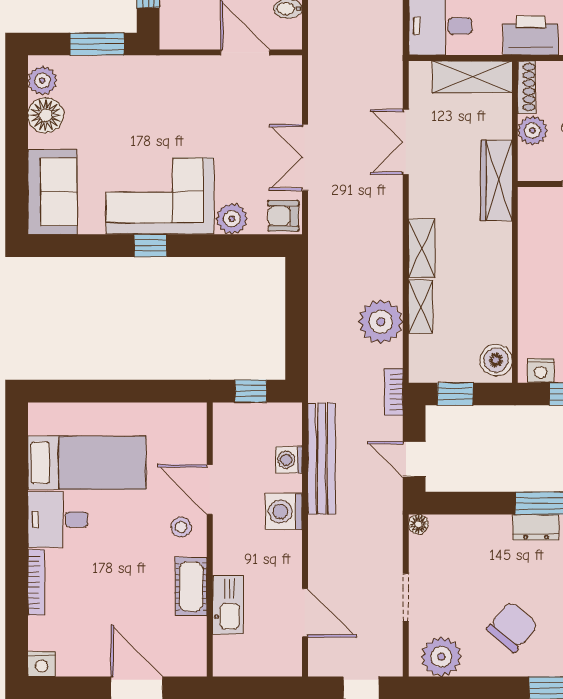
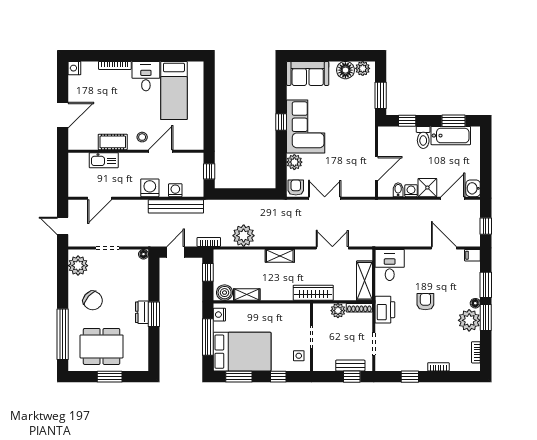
shelving: (421, 307) -> (247, 295), moved

